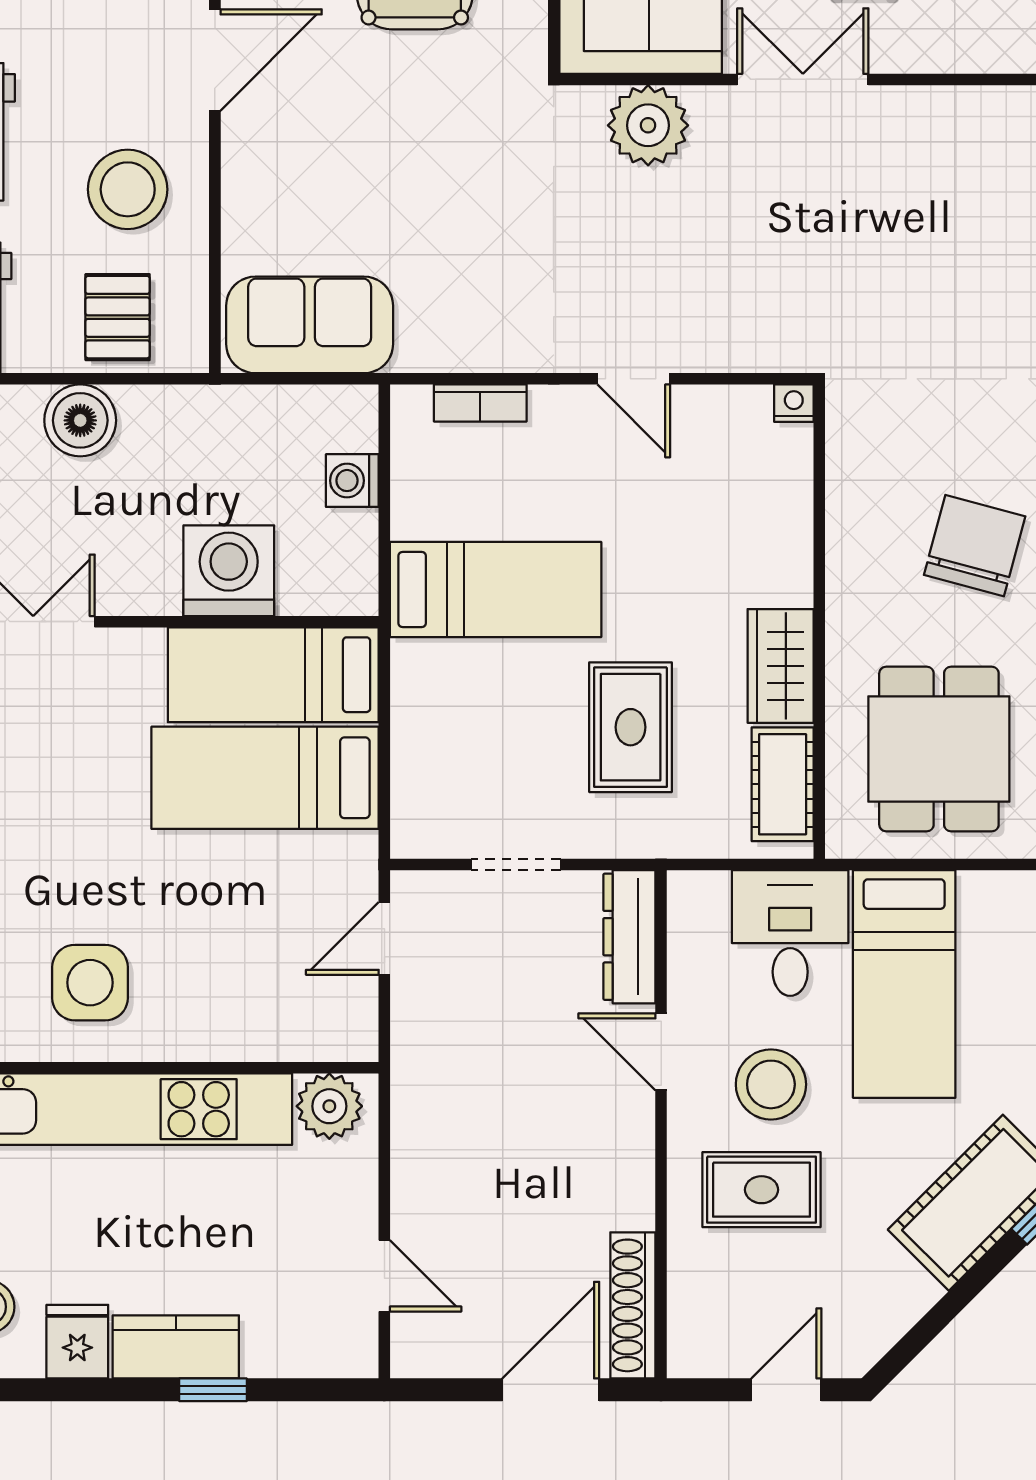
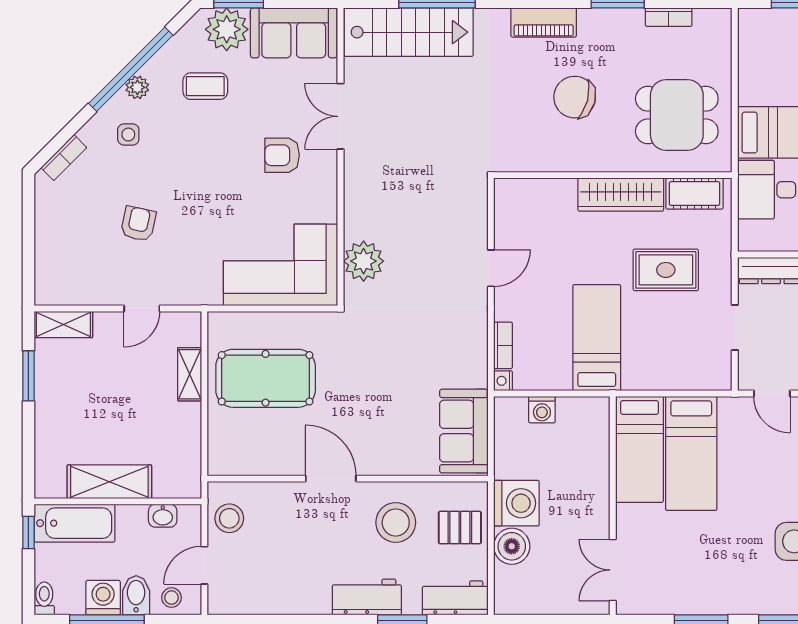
double door: (803, 79) -> (341, 116), moved
nightstand: (794, 403) -> (503, 381), moved
washing machine: (229, 571) -> (516, 503), moved, turned 180
wardrobe: (781, 666) -> (621, 195), width x1.50

